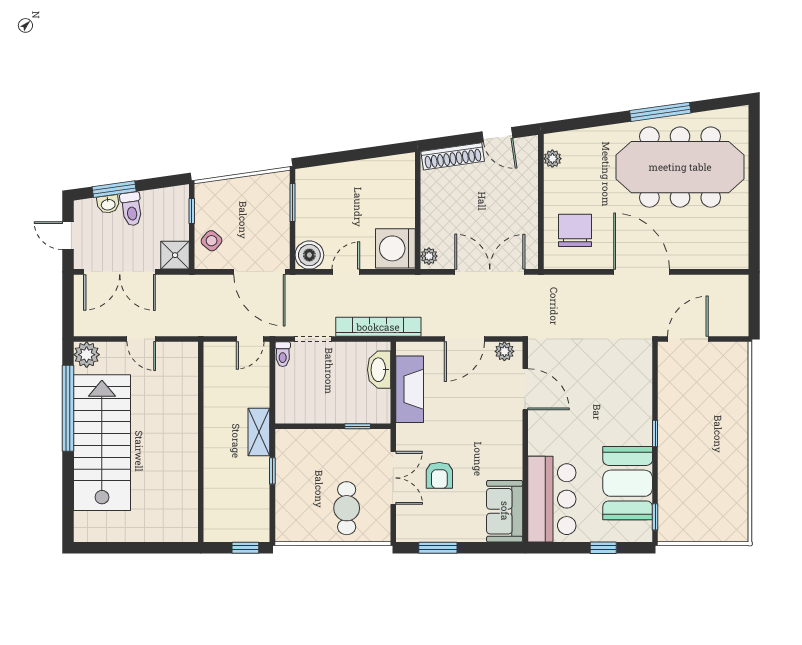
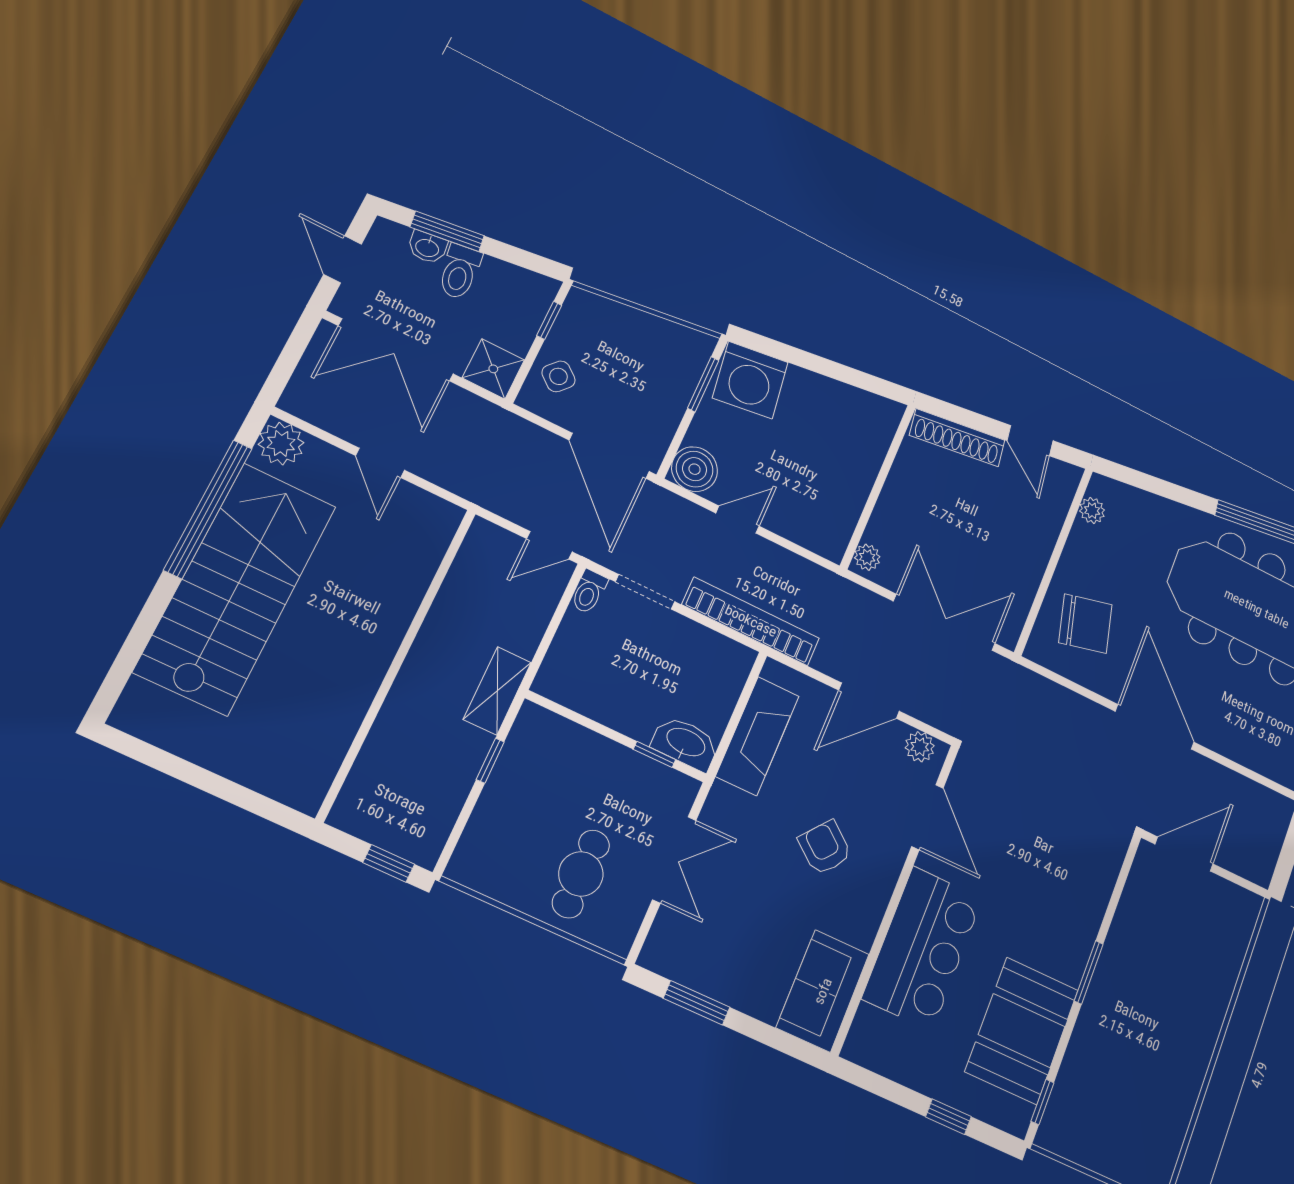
chair: (575, 230) -> (1085, 624), turned 76
washing machine: (395, 248) -> (750, 380), moved, turned -98
washbasin: (379, 370) -> (685, 743), moved, turned 90
window: (655, 434) -> (1089, 972), width x1.50
armchair: (439, 475) -> (825, 848), moved, turned 129
bar counter: (552, 499) -> (923, 948), moved

